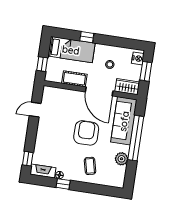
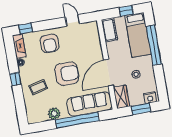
window: (87, 37) -> (154, 45), width x3.17
window: (42, 64) -> (126, 11), moved
cot: (74, 79) -> (109, 30), moved
armchair: (50, 140) -> (50, 43), added
window: (63, 184) -> (15, 79), moved

